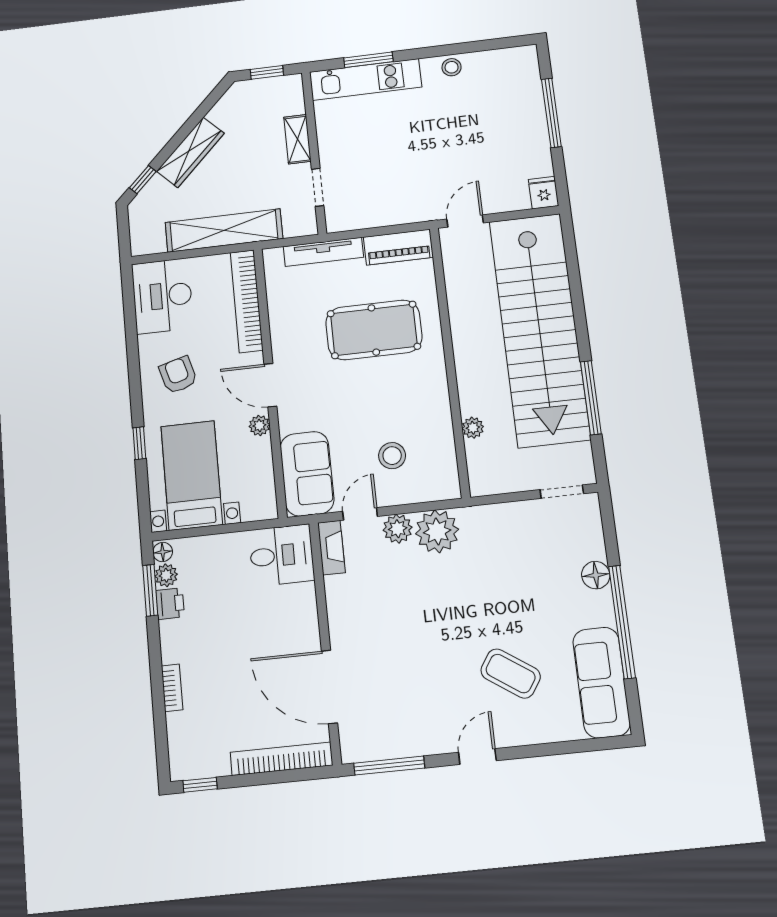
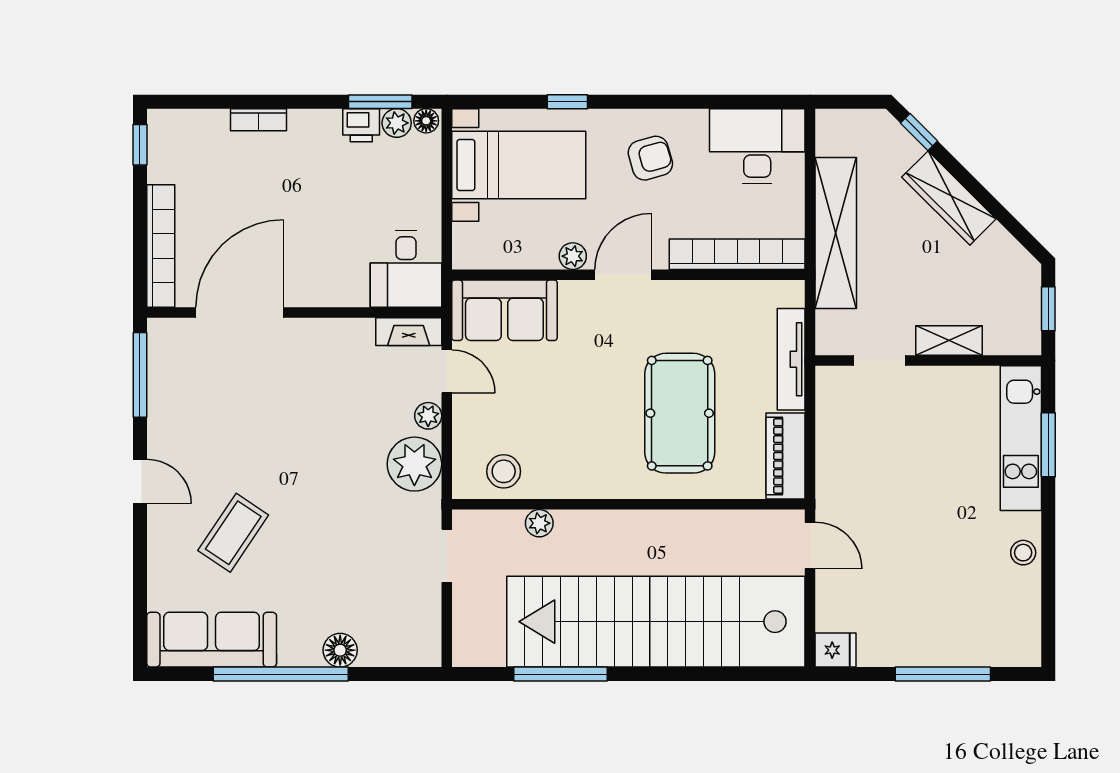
stool: (392, 456) -> (504, 471), moved
doorway: (562, 492) -> (447, 556), moved
plant: (398, 529) -> (428, 416), width x0.73, depth x0.73

